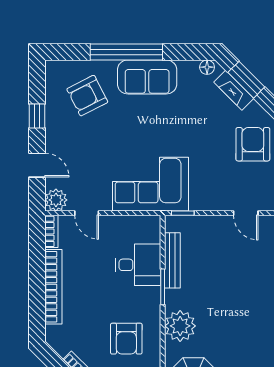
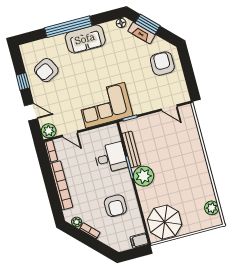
armchair: (87, 96) -> (46, 70), moved
plant: (180, 326) -> (144, 176), moved
plant: (62, 348) -> (77, 222), added

